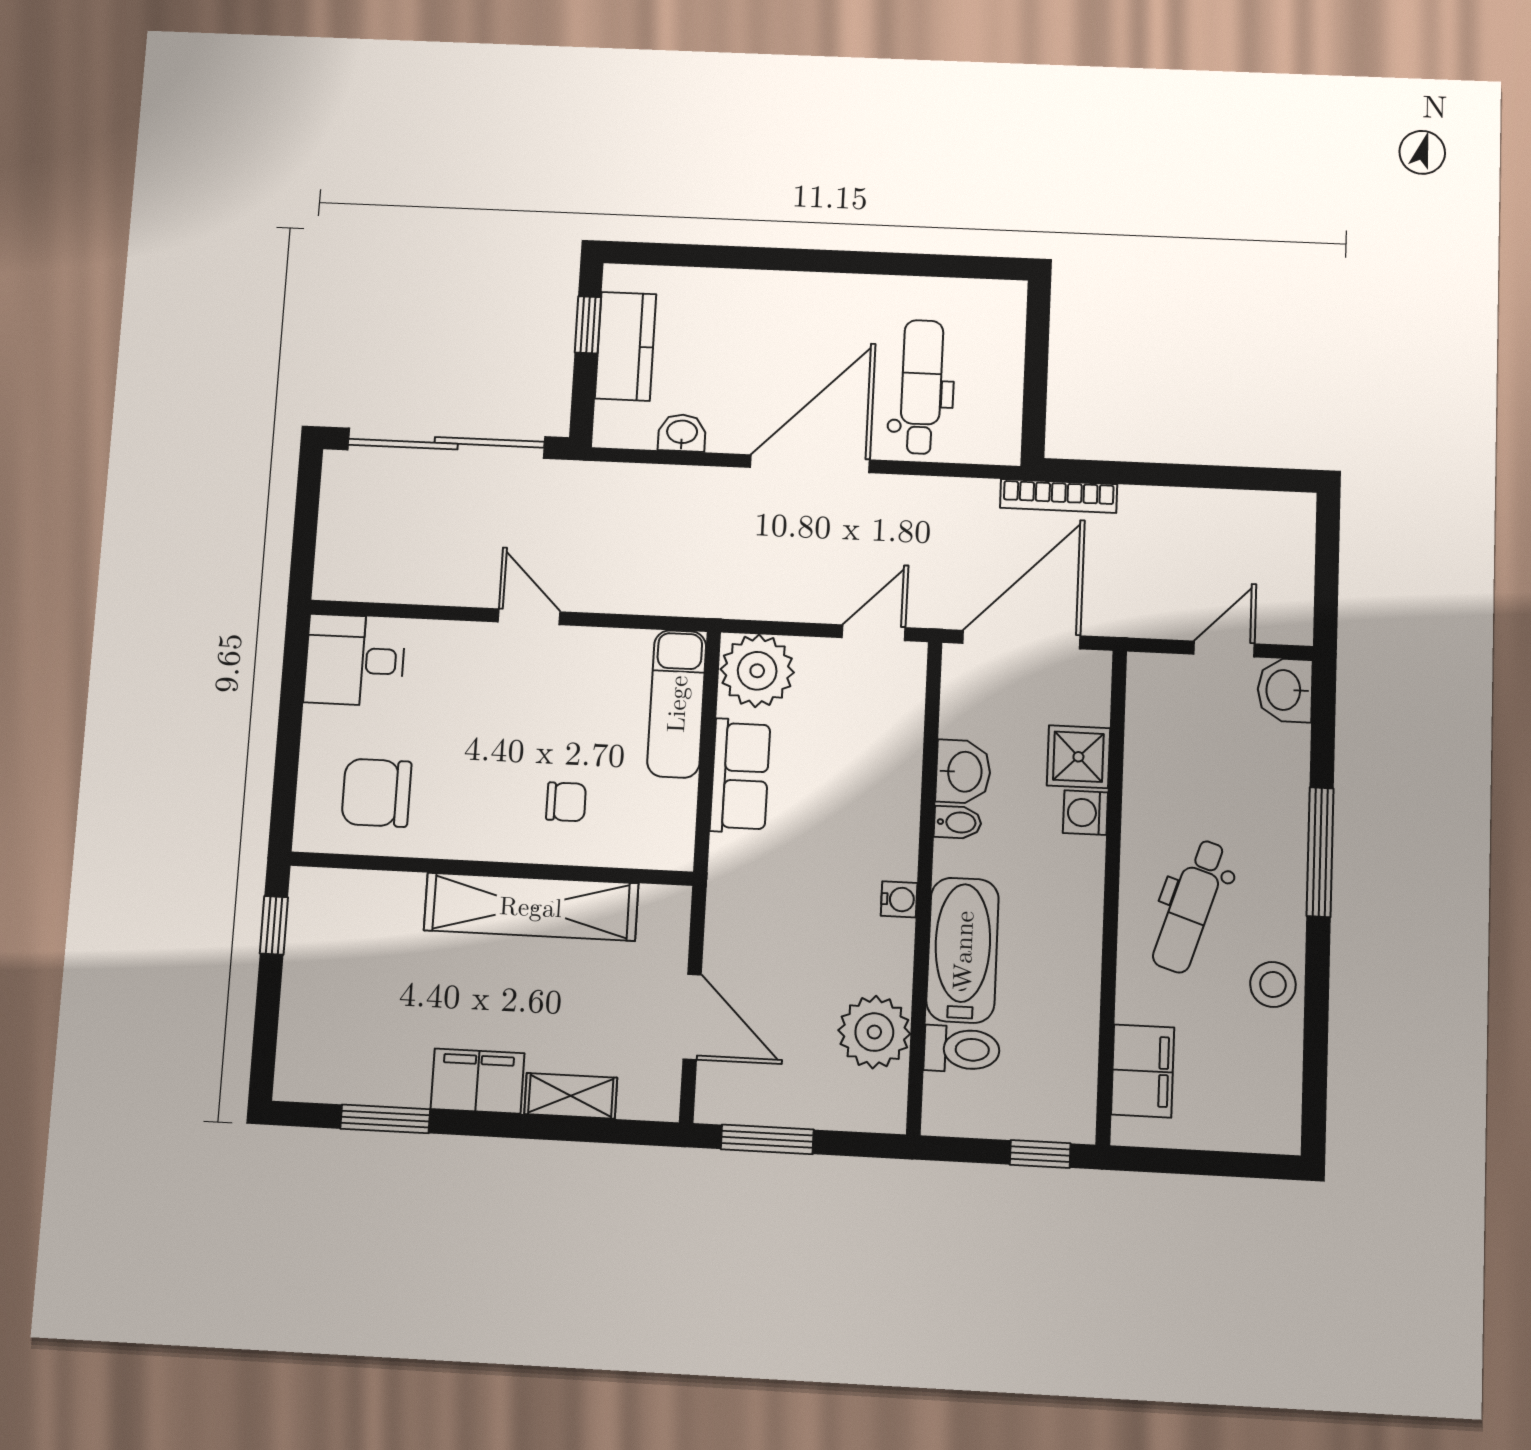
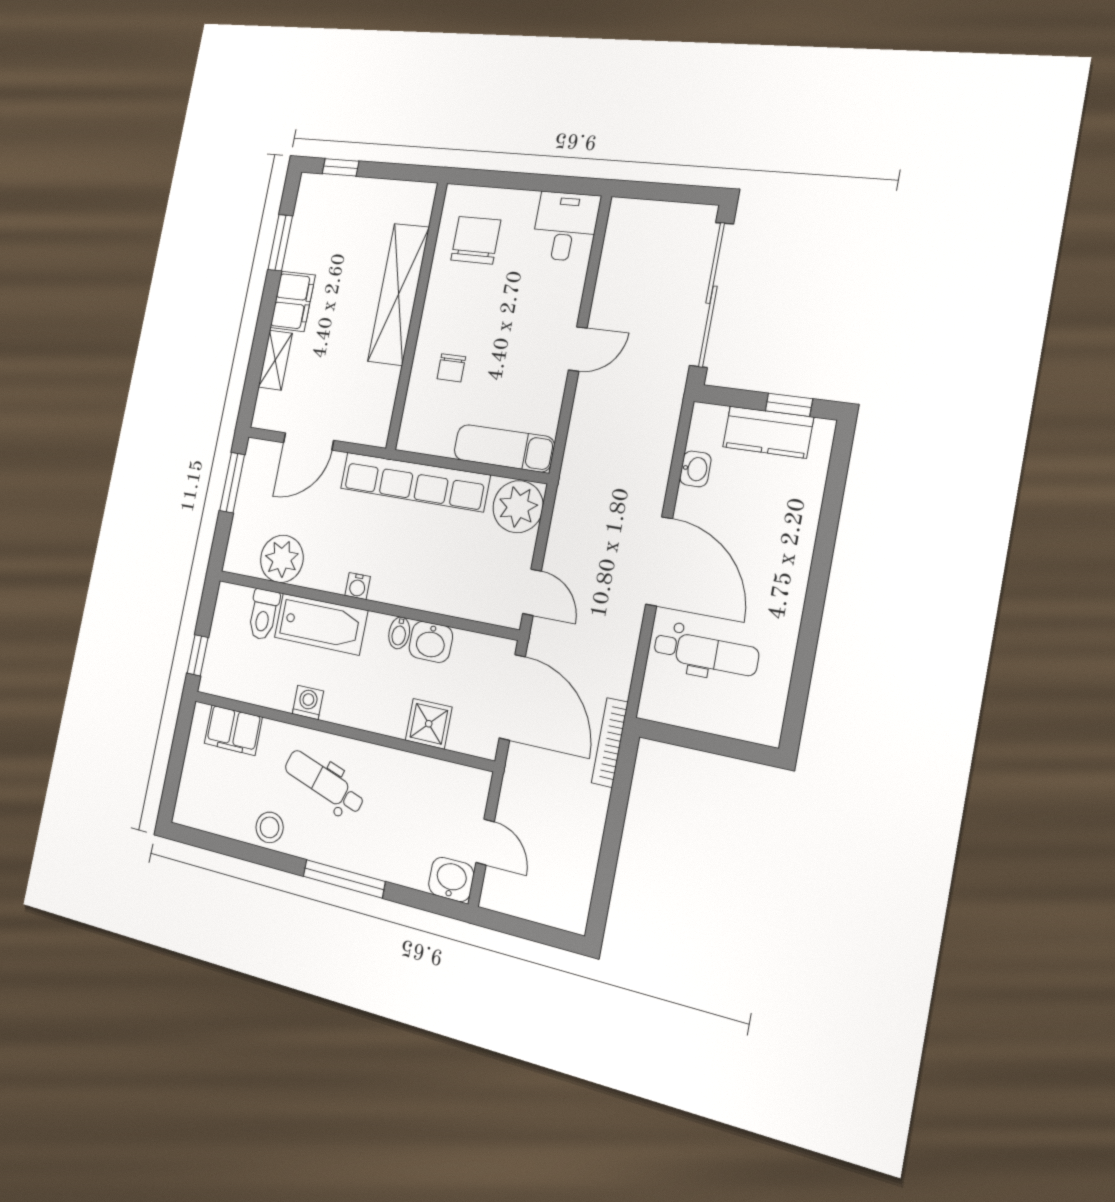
row of seats: (740, 776) -> (414, 482), width x2.02
washing machine: (1085, 813) -> (308, 702), moved
shelving: (531, 907) -> (399, 294), moved
window: (274, 925) -> (341, 167), moved

